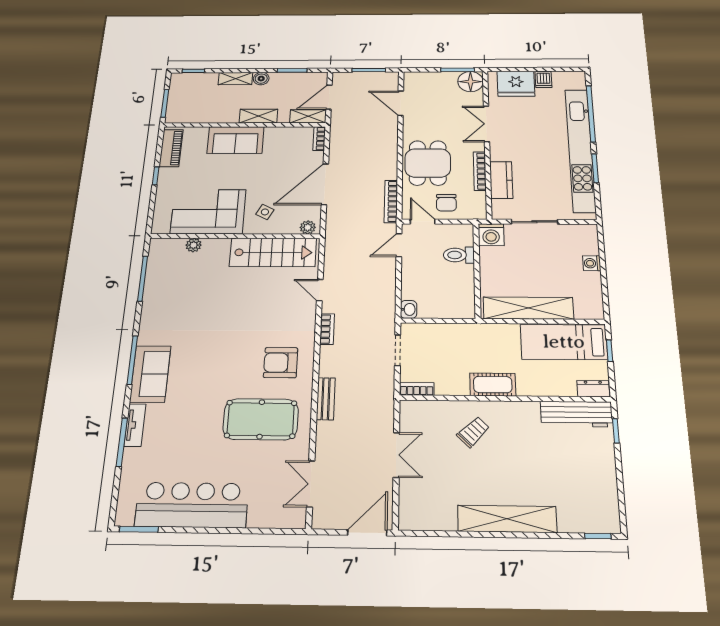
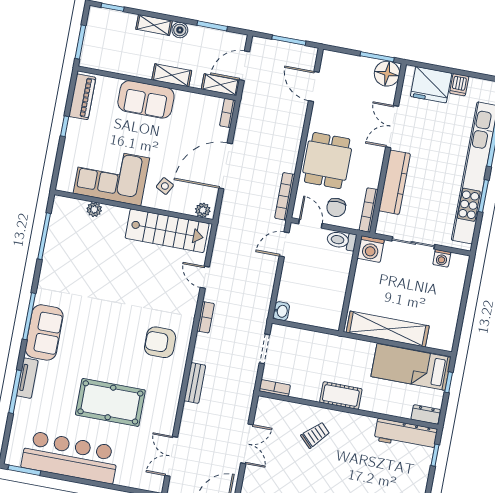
bookcase: (480, 171) -> (369, 210), moved
kitchen counter: (501, 180) -> (395, 182), width x1.50
toilet: (459, 255) -> (341, 240), moved
washing machine: (592, 263) -> (442, 258), moved, turned -90
pool table: (261, 419) -> (110, 402), moved

